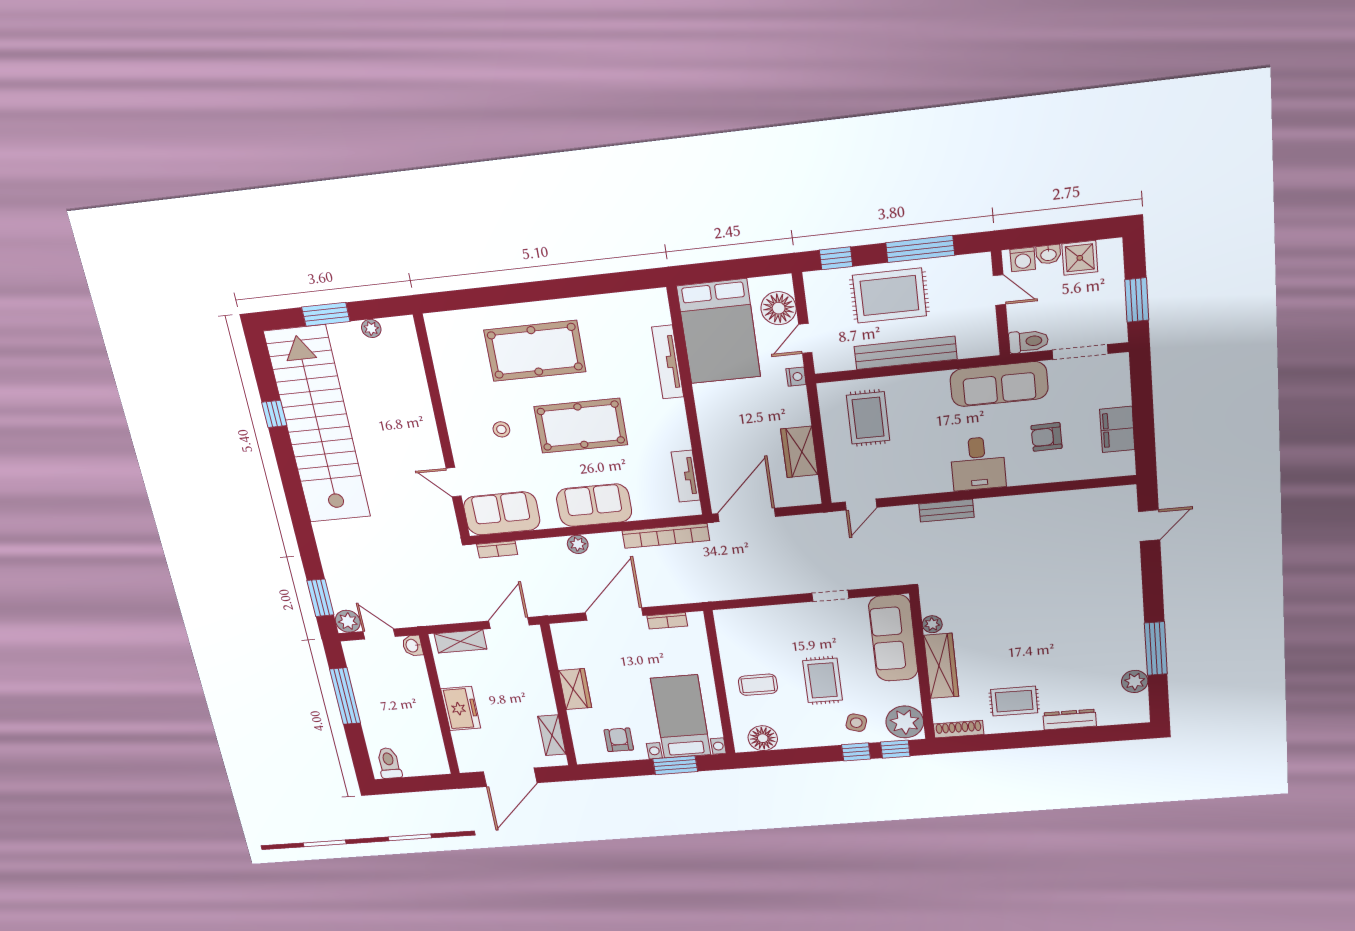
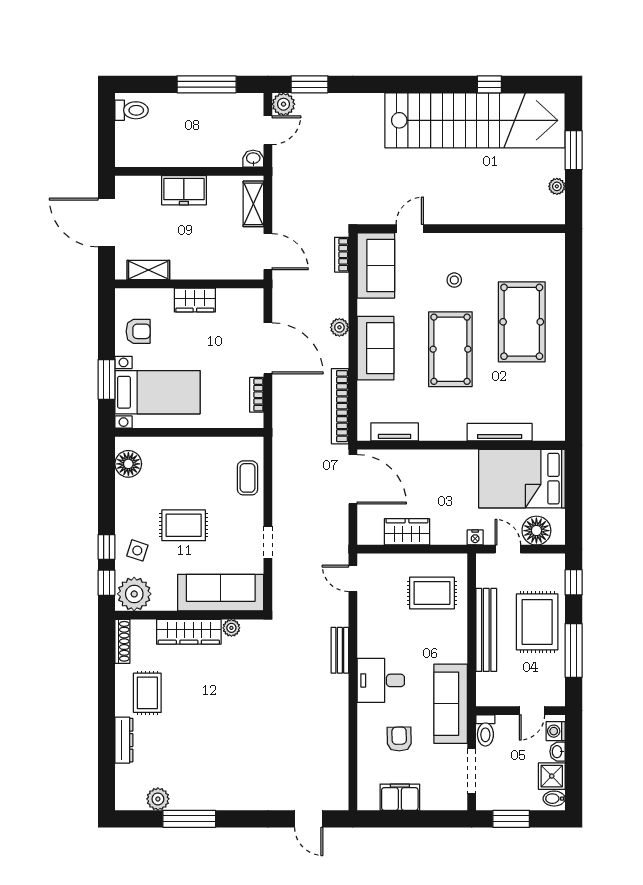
bidet: (1108, 252) -> (554, 799), added
coffee table: (758, 685) -> (247, 478), moved

